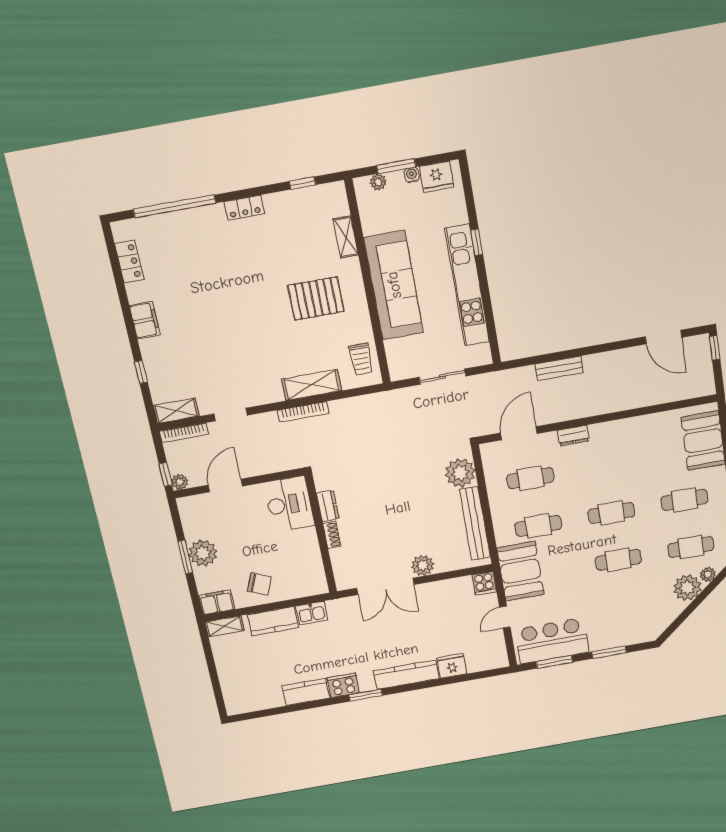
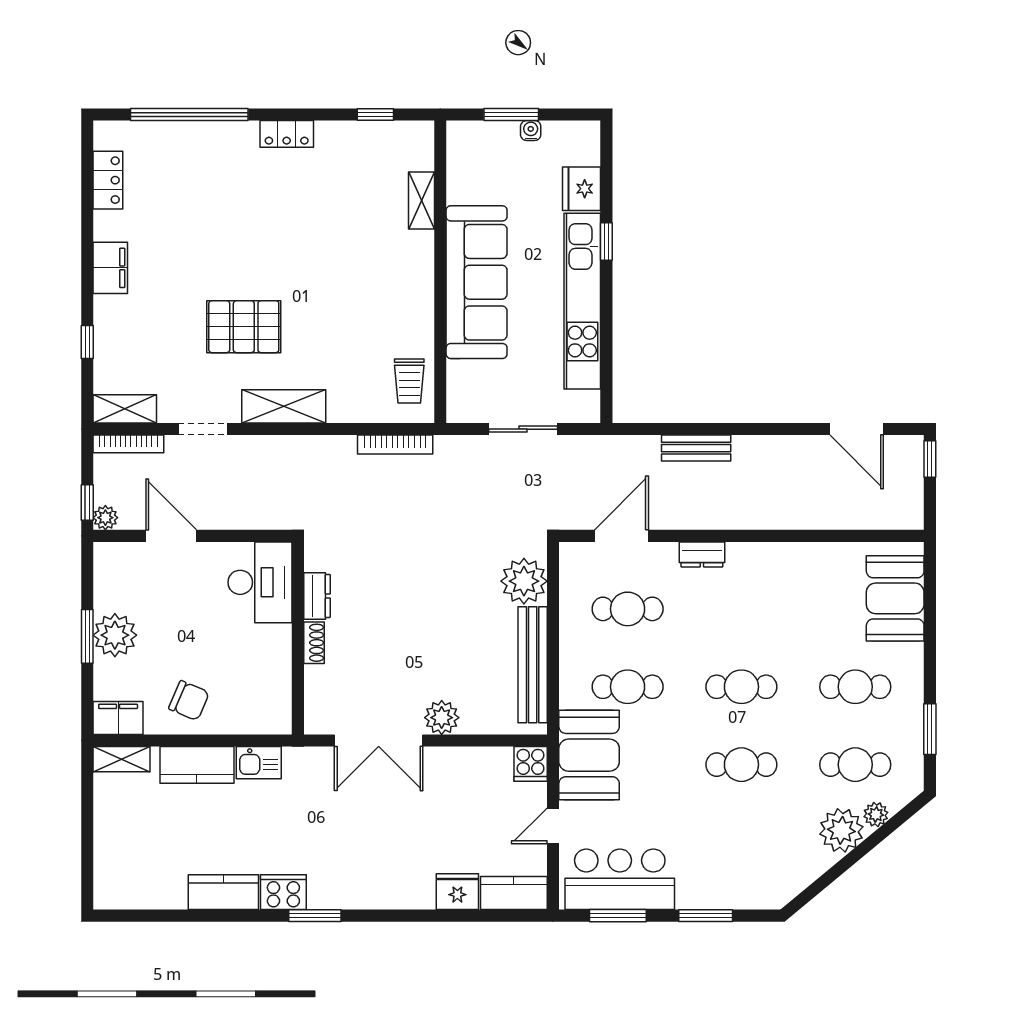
fridge: (436, 177) -> (582, 189), moved, turned 90
plant: (378, 182) -> (482, 132), removed
pallet: (316, 298) -> (244, 327), moved
shelving: (312, 385) -> (284, 406), moved
bookcase: (303, 412) -> (395, 445), moved
door: (225, 486) -> (171, 536), hinge flipped
kitchen counter: (406, 675) -> (514, 893), moved, width x0.67

